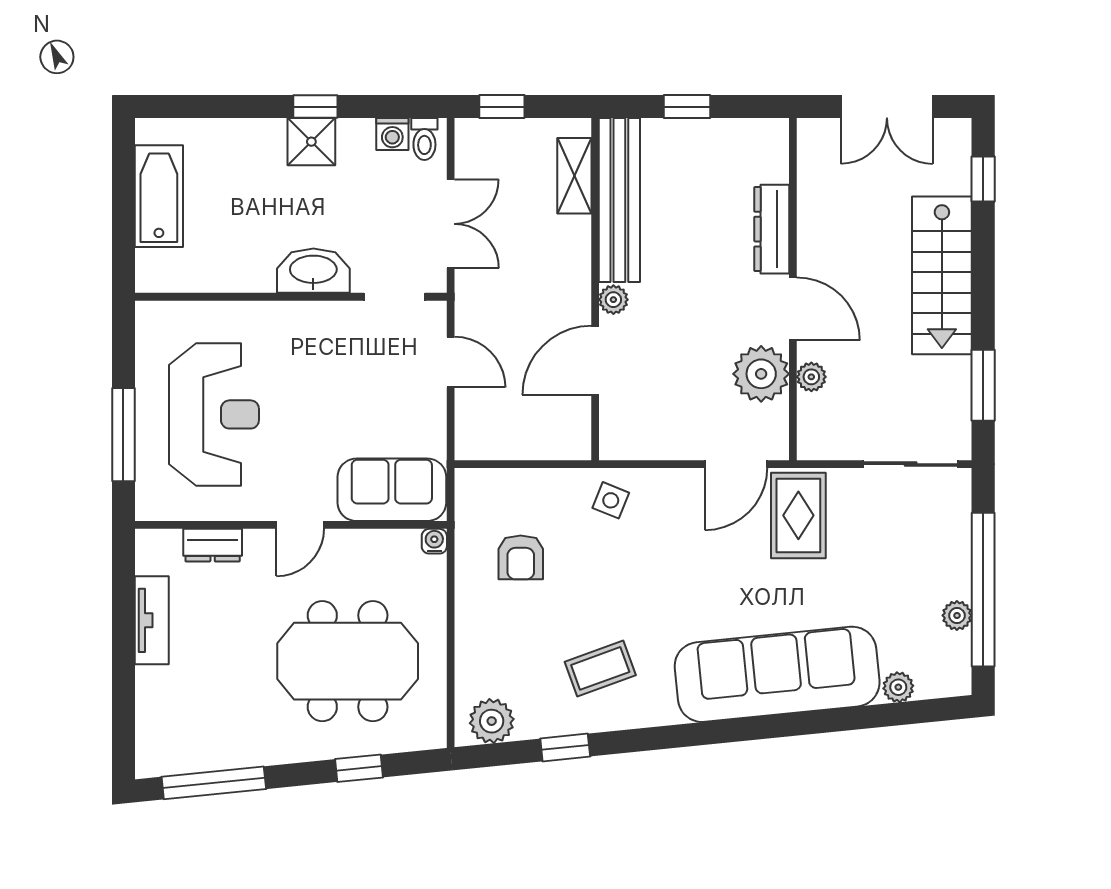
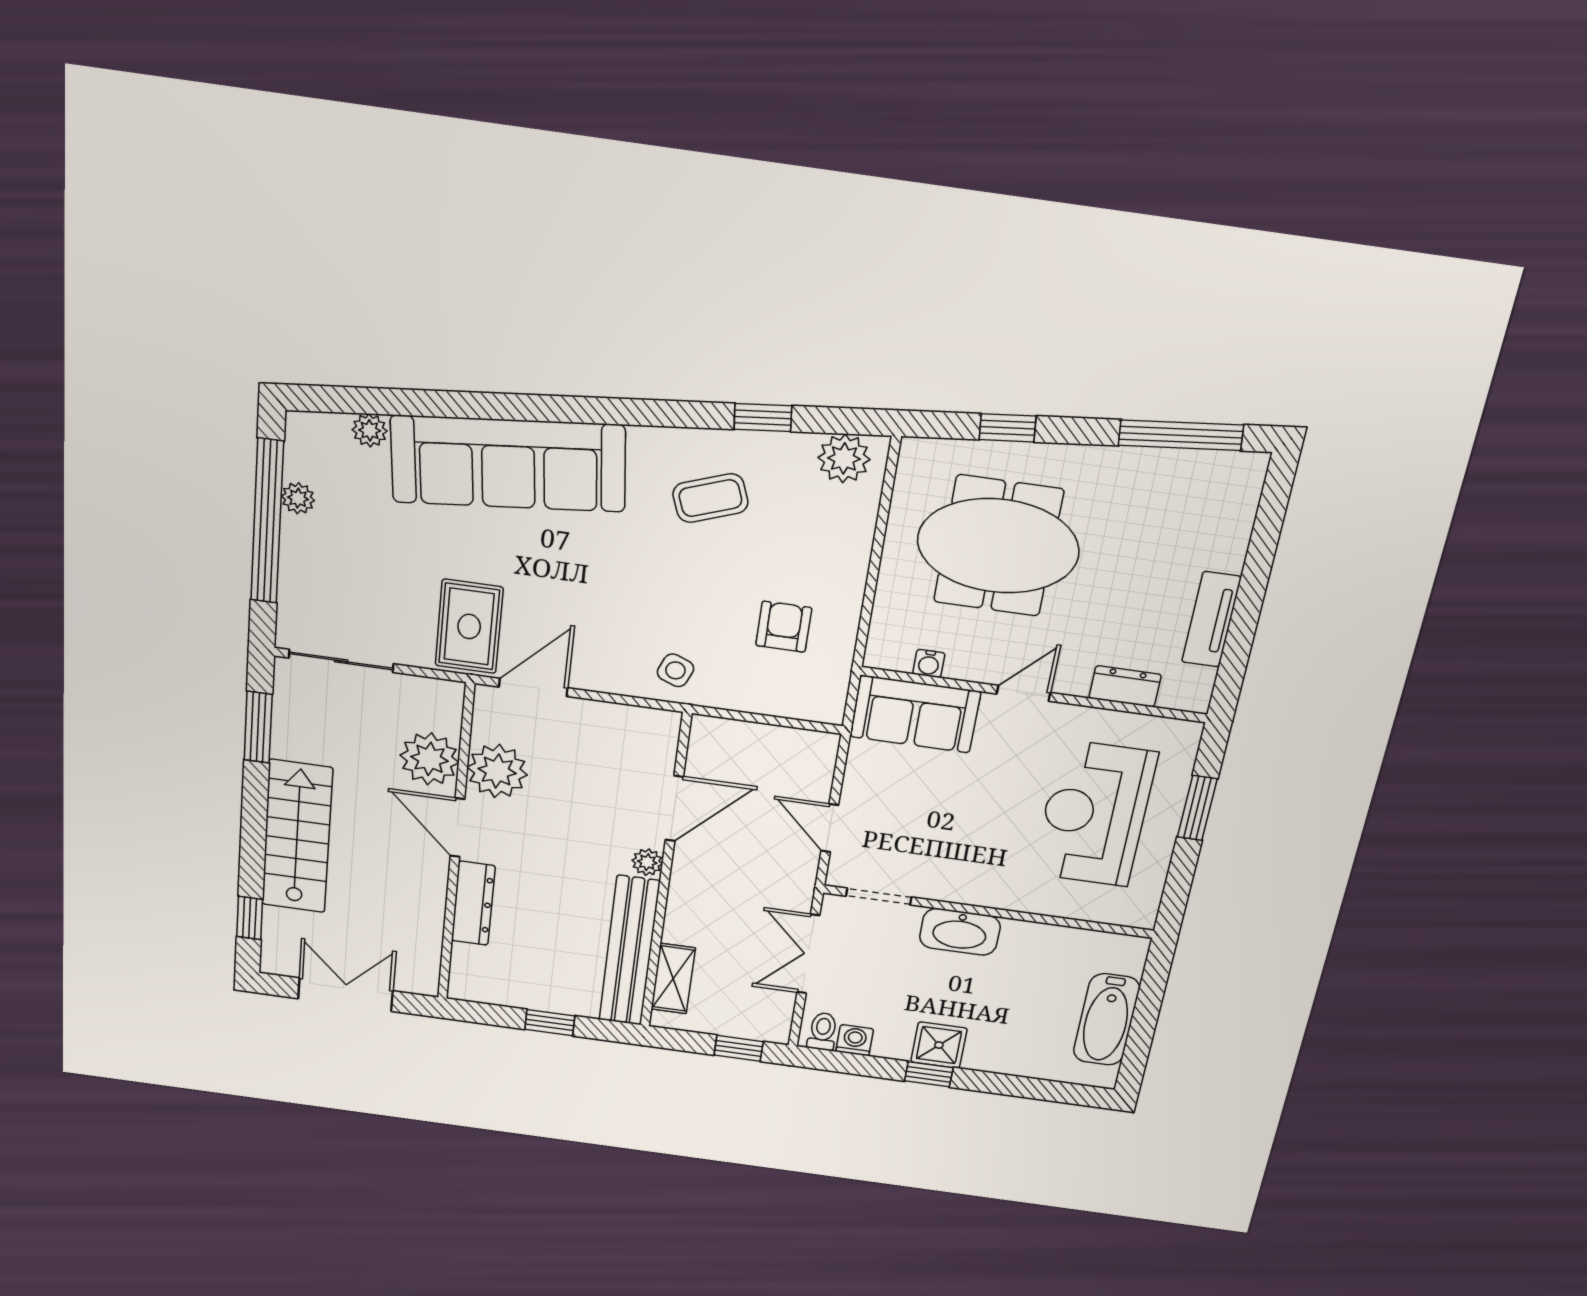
plant: (811, 377) -> (429, 759), width x1.88, depth x1.88
window: (123, 435) -> (1197, 808), width x0.69
water cooler: (434, 541) -> (929, 663), moved

